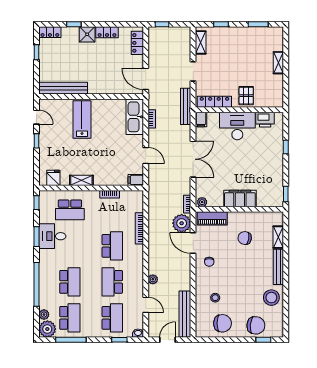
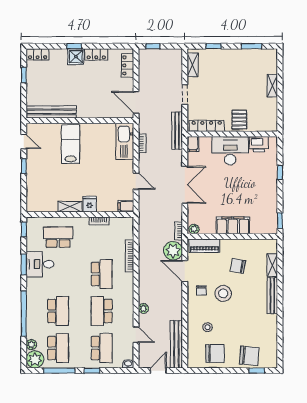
window: (74, 24) -> (74, 46), moved
fridge: (53, 178) -> (90, 204), moved
school desk: (70, 210) -> (58, 237), turned 180
stool: (271, 298) -> (223, 293), moved
window: (119, 340) -> (92, 371), moved

